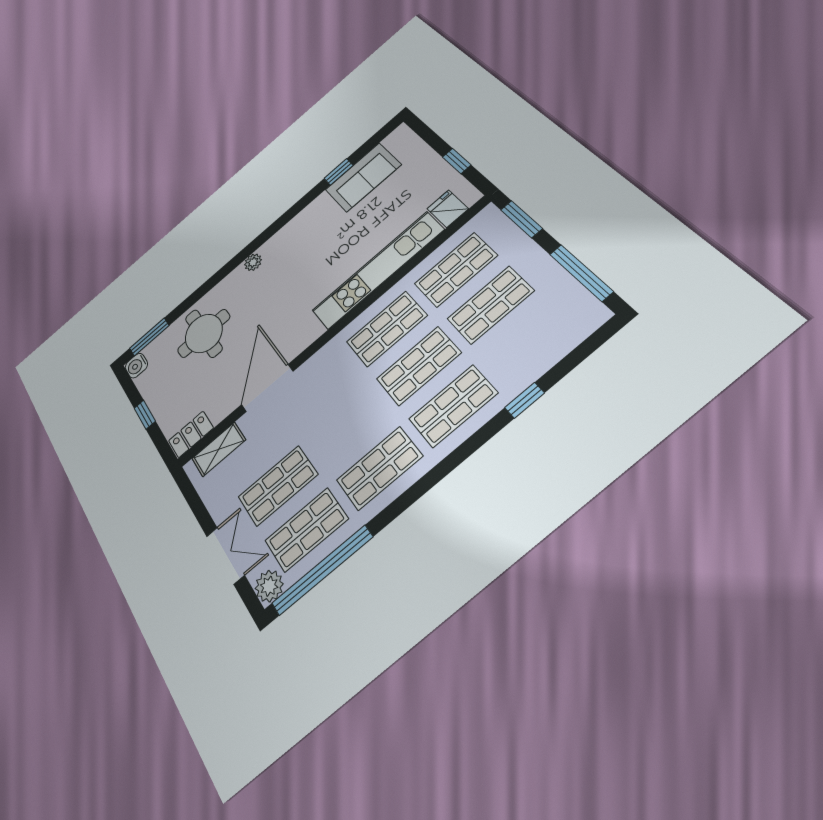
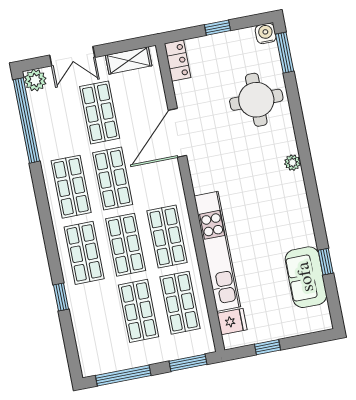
door: (267, 388) -> (177, 133), swing flipped
shelving: (219, 449) -> (129, 60), moved, turned 90
shop shelf: (306, 530) -> (113, 179), moved

